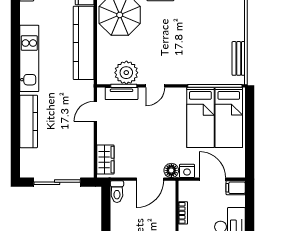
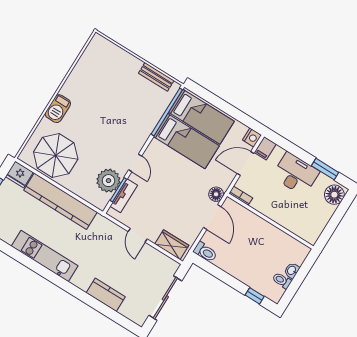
door: (95, 111) -> (138, 235), moved
kitchen counter: (29, 121) -> (106, 295), width x0.67
nightstand: (187, 171) -> (252, 138), moved
bookcase: (183, 213) -> (241, 196), moved

